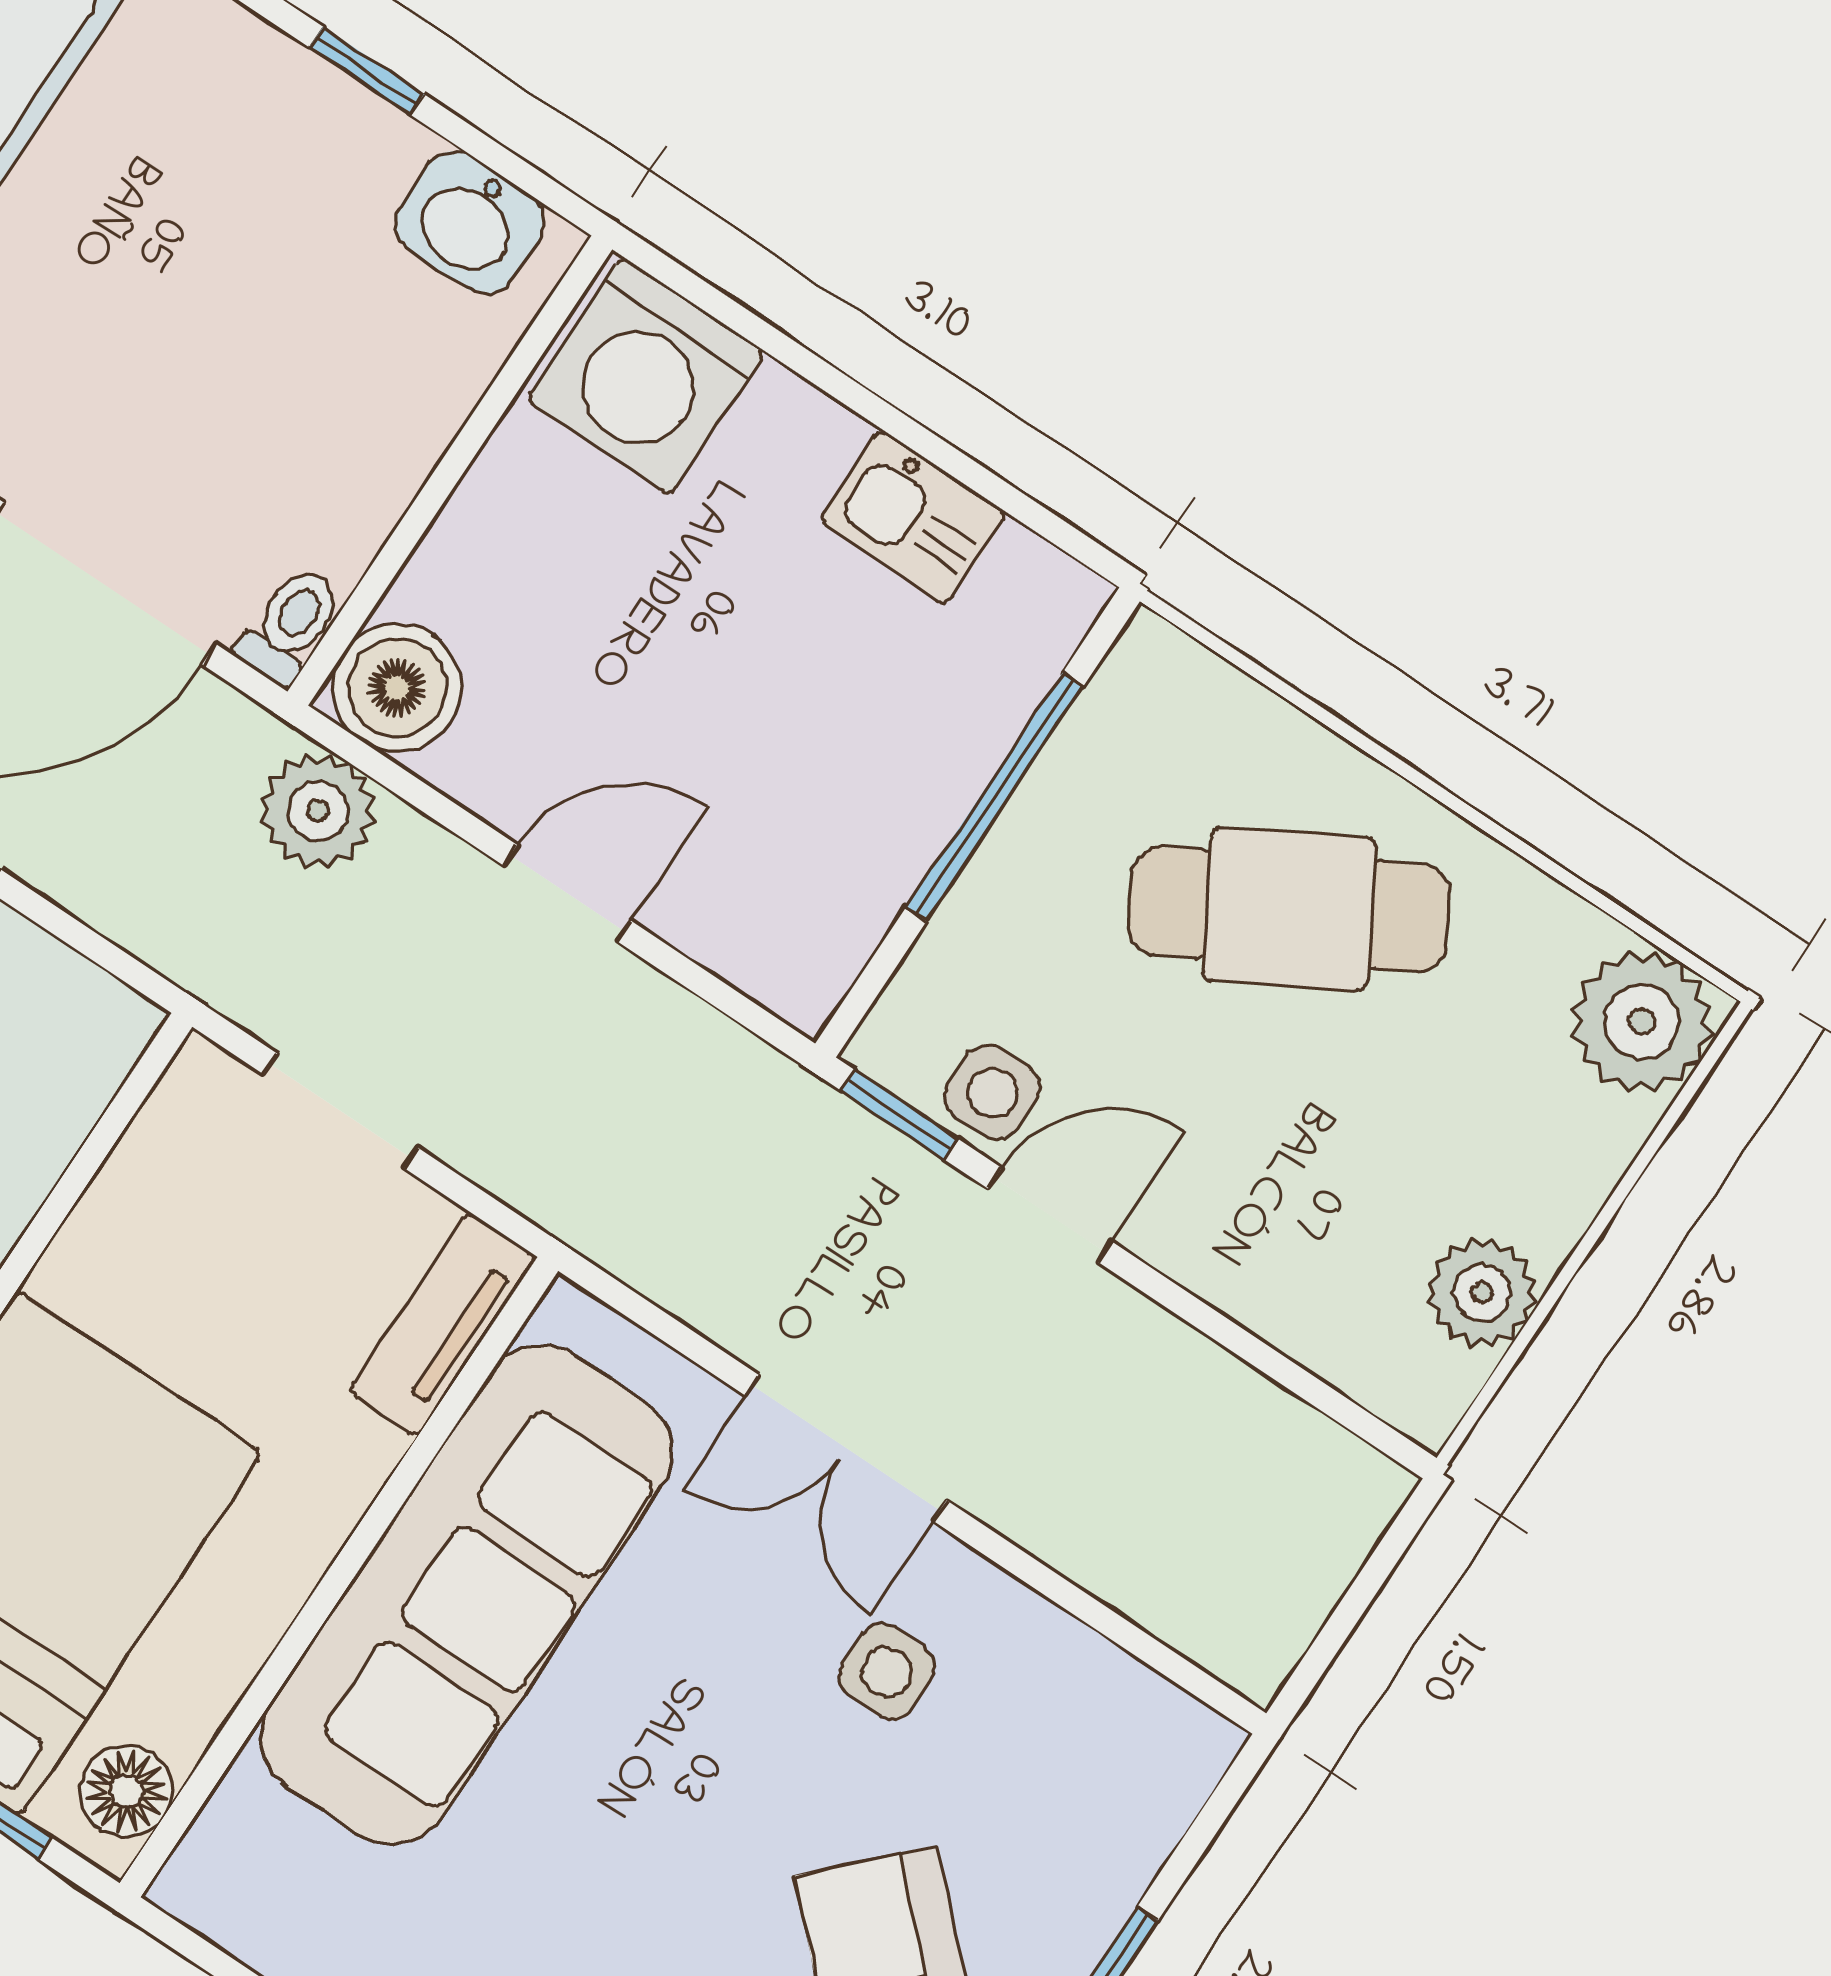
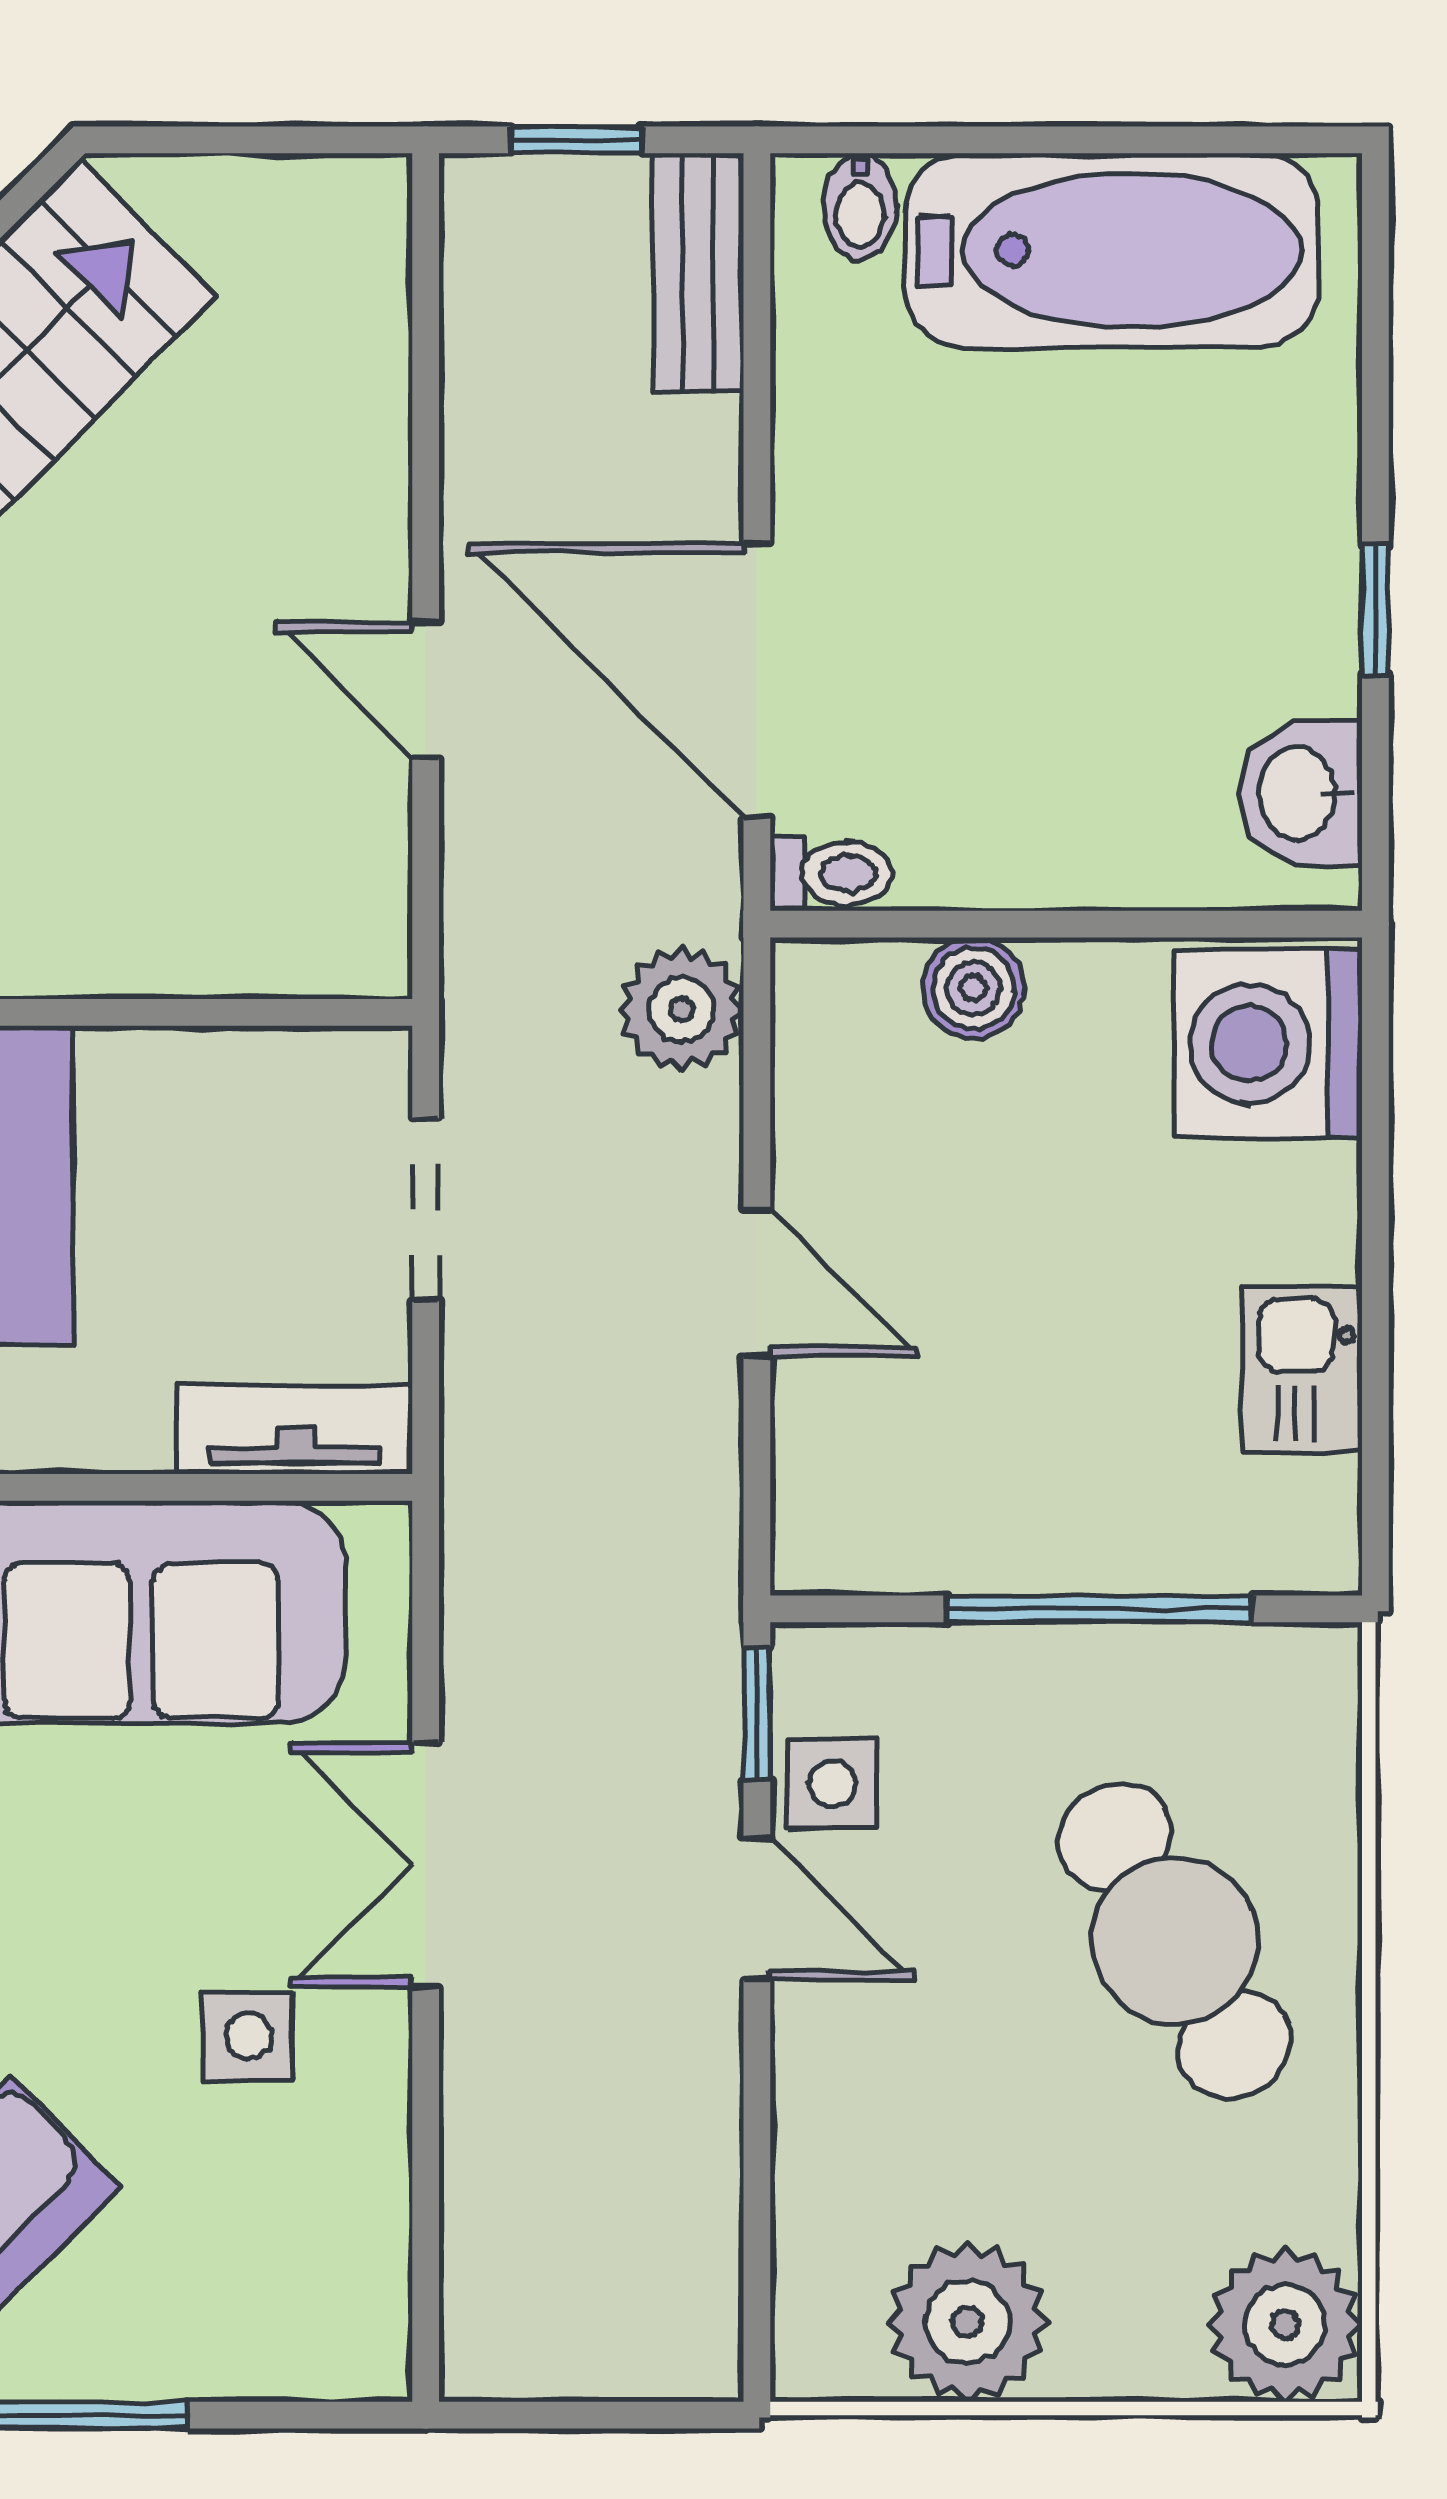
boiler: (397, 688) -> (973, 988), moved, width x0.73, depth x0.73
plant: (1482, 1292) -> (967, 2322), width x1.36, depth x1.36

